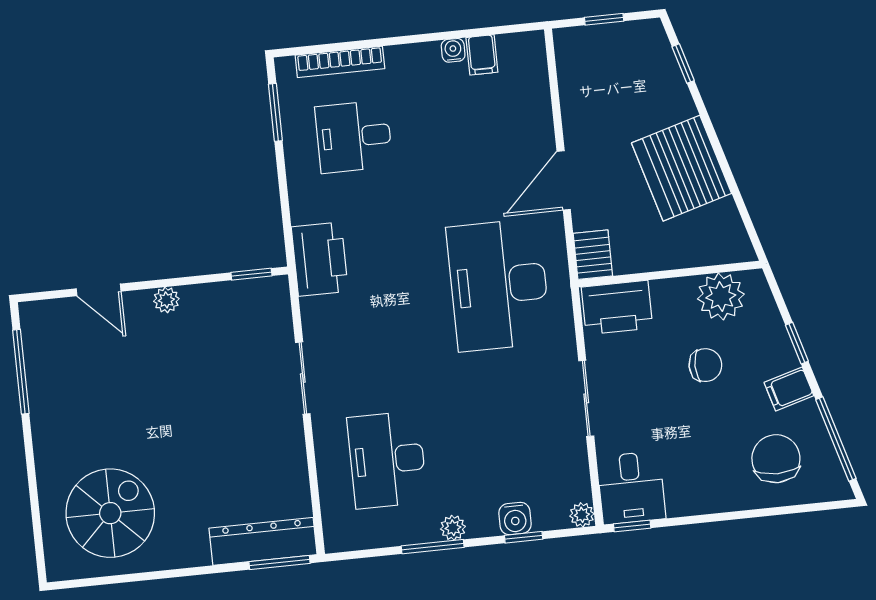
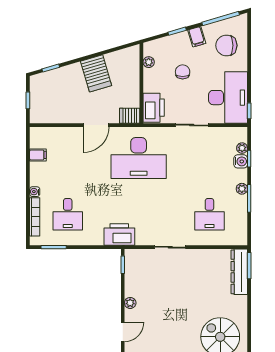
water cooler: (453, 50) -> (35, 192), moved
server rack: (682, 168) -> (96, 73), width x0.62
door: (564, 180) -> (96, 125), hinge flipped
plant: (721, 296) -> (149, 62), width x0.53, depth x0.53
desk: (387, 460) -> (209, 214), width x0.73
desk: (631, 488) -> (228, 98), width x1.87, depth x1.30
plant: (582, 515) -> (242, 148), moved

